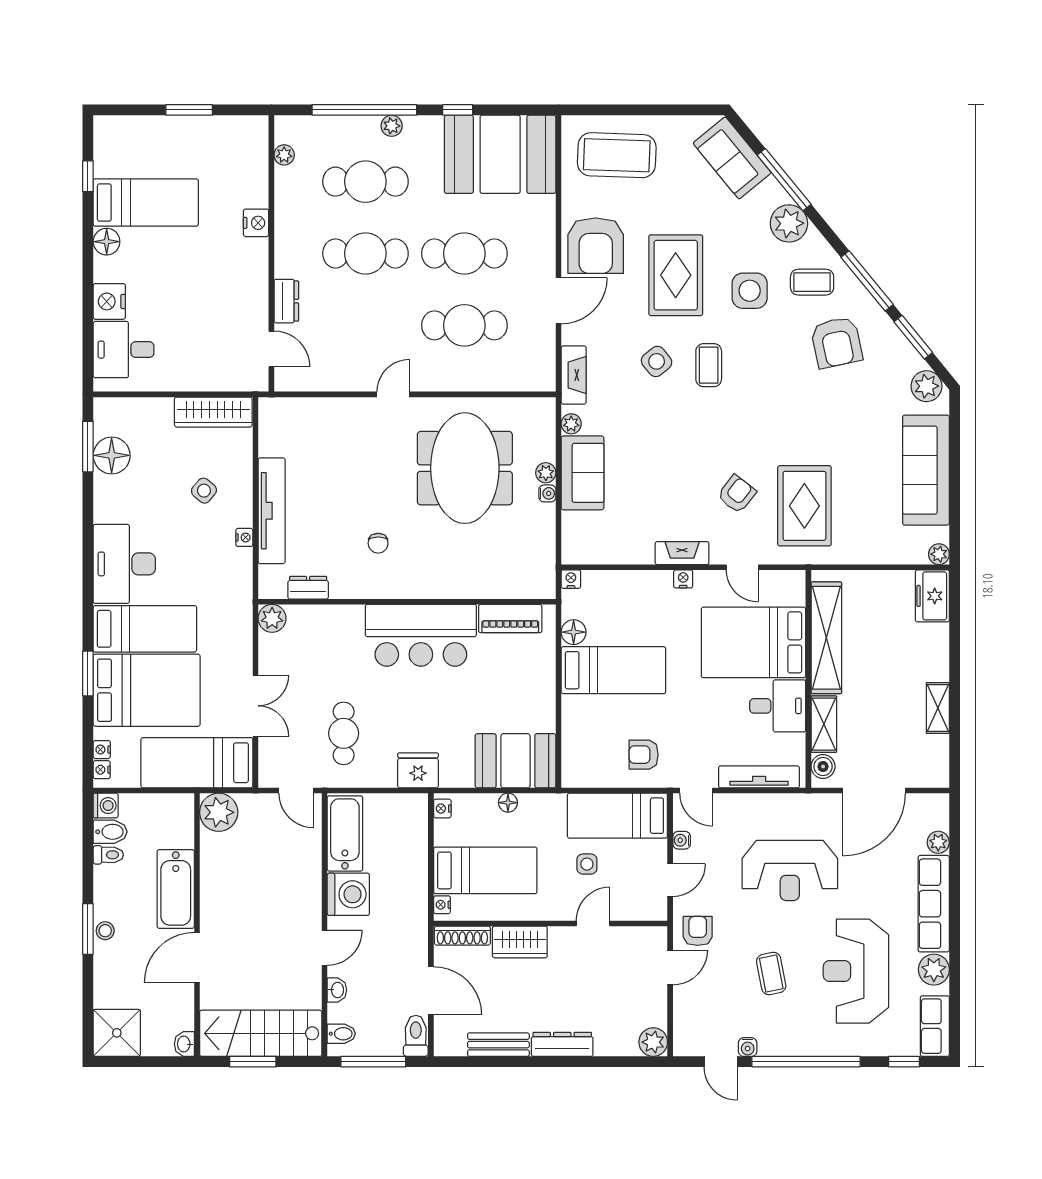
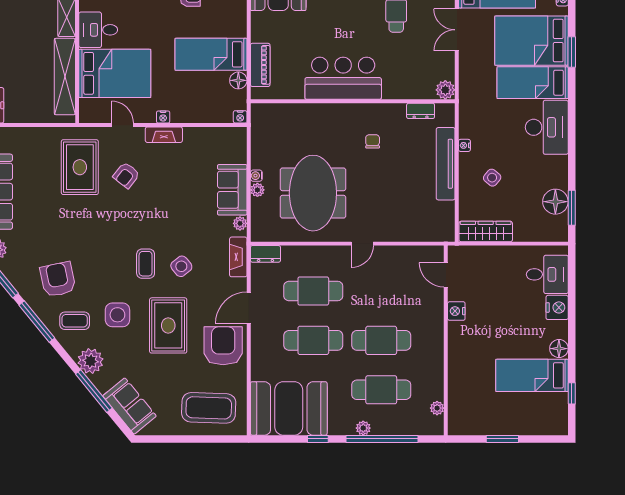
nightstand: (256, 223) -> (456, 311), moved
dresser: (286, 301) -> (265, 254), moved, turned -90
piano: (510, 619) -> (260, 65), moved, turned 90

